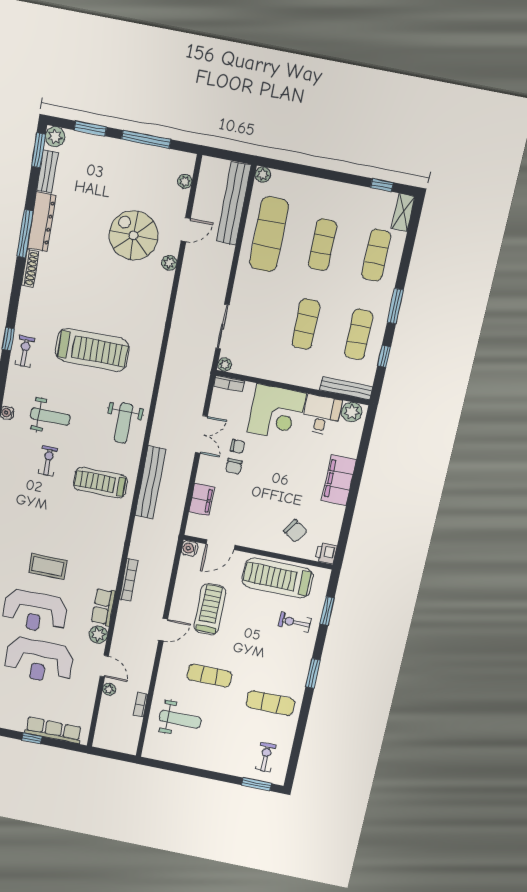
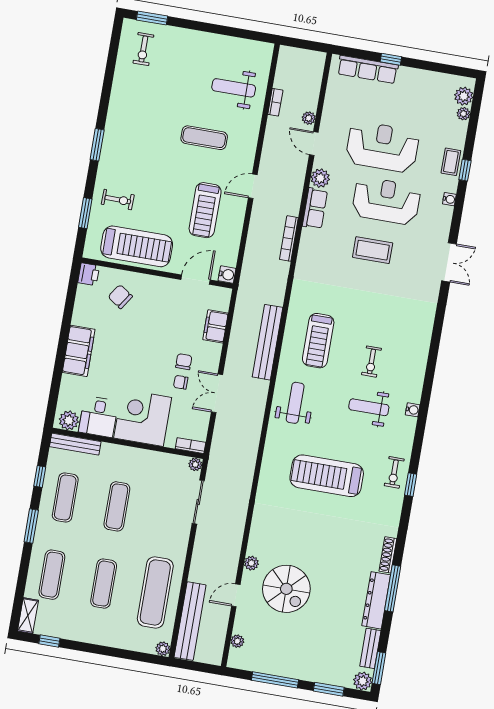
treadmill: (100, 483) -> (318, 341), turned 90
exercise mat: (270, 703) -> (140, 110), removed

